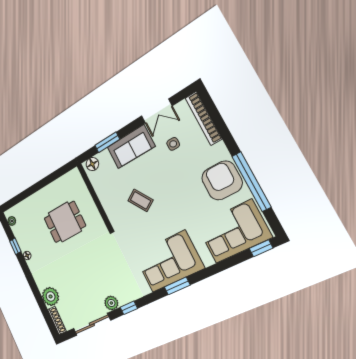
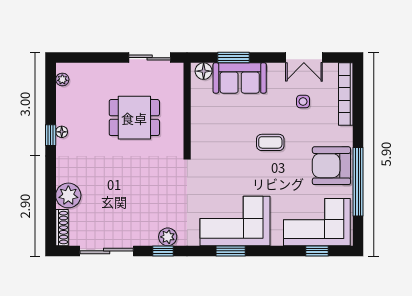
sofa: (131, 147) -> (240, 78), moved
sliding door: (55, 176) -> (150, 58), added
armchair: (222, 180) -> (331, 166), turned -90
coffee table: (141, 200) -> (270, 142), moved, turned -57
window: (15, 246) -> (51, 135), moved
window: (261, 248) -> (317, 251), moved
plant: (111, 303) -> (168, 237), moved

